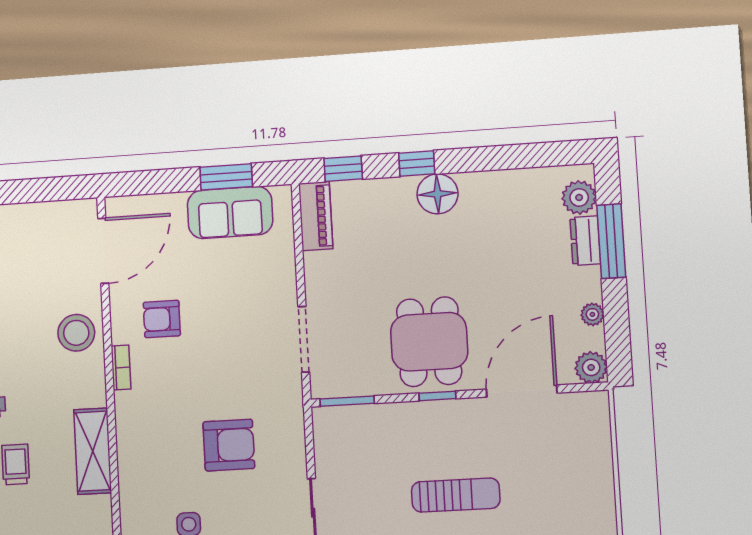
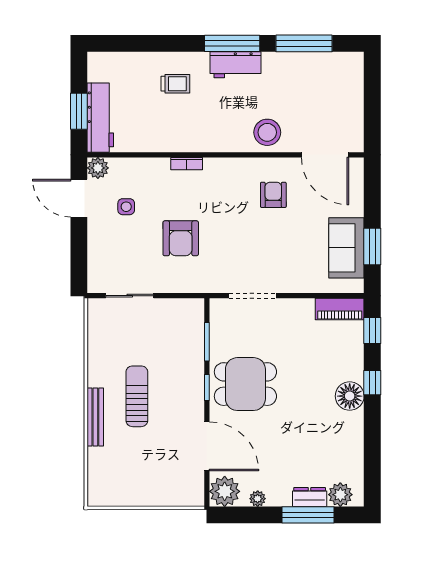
bookcase: (121, 367) -> (187, 164), moved
plant: (591, 367) -> (225, 491), width x1.36, depth x1.36
window: (347, 401) -> (207, 342), moved
shelving: (93, 451) -> (182, 140), removed
sun lounger: (456, 495) -> (137, 396), turned 180

